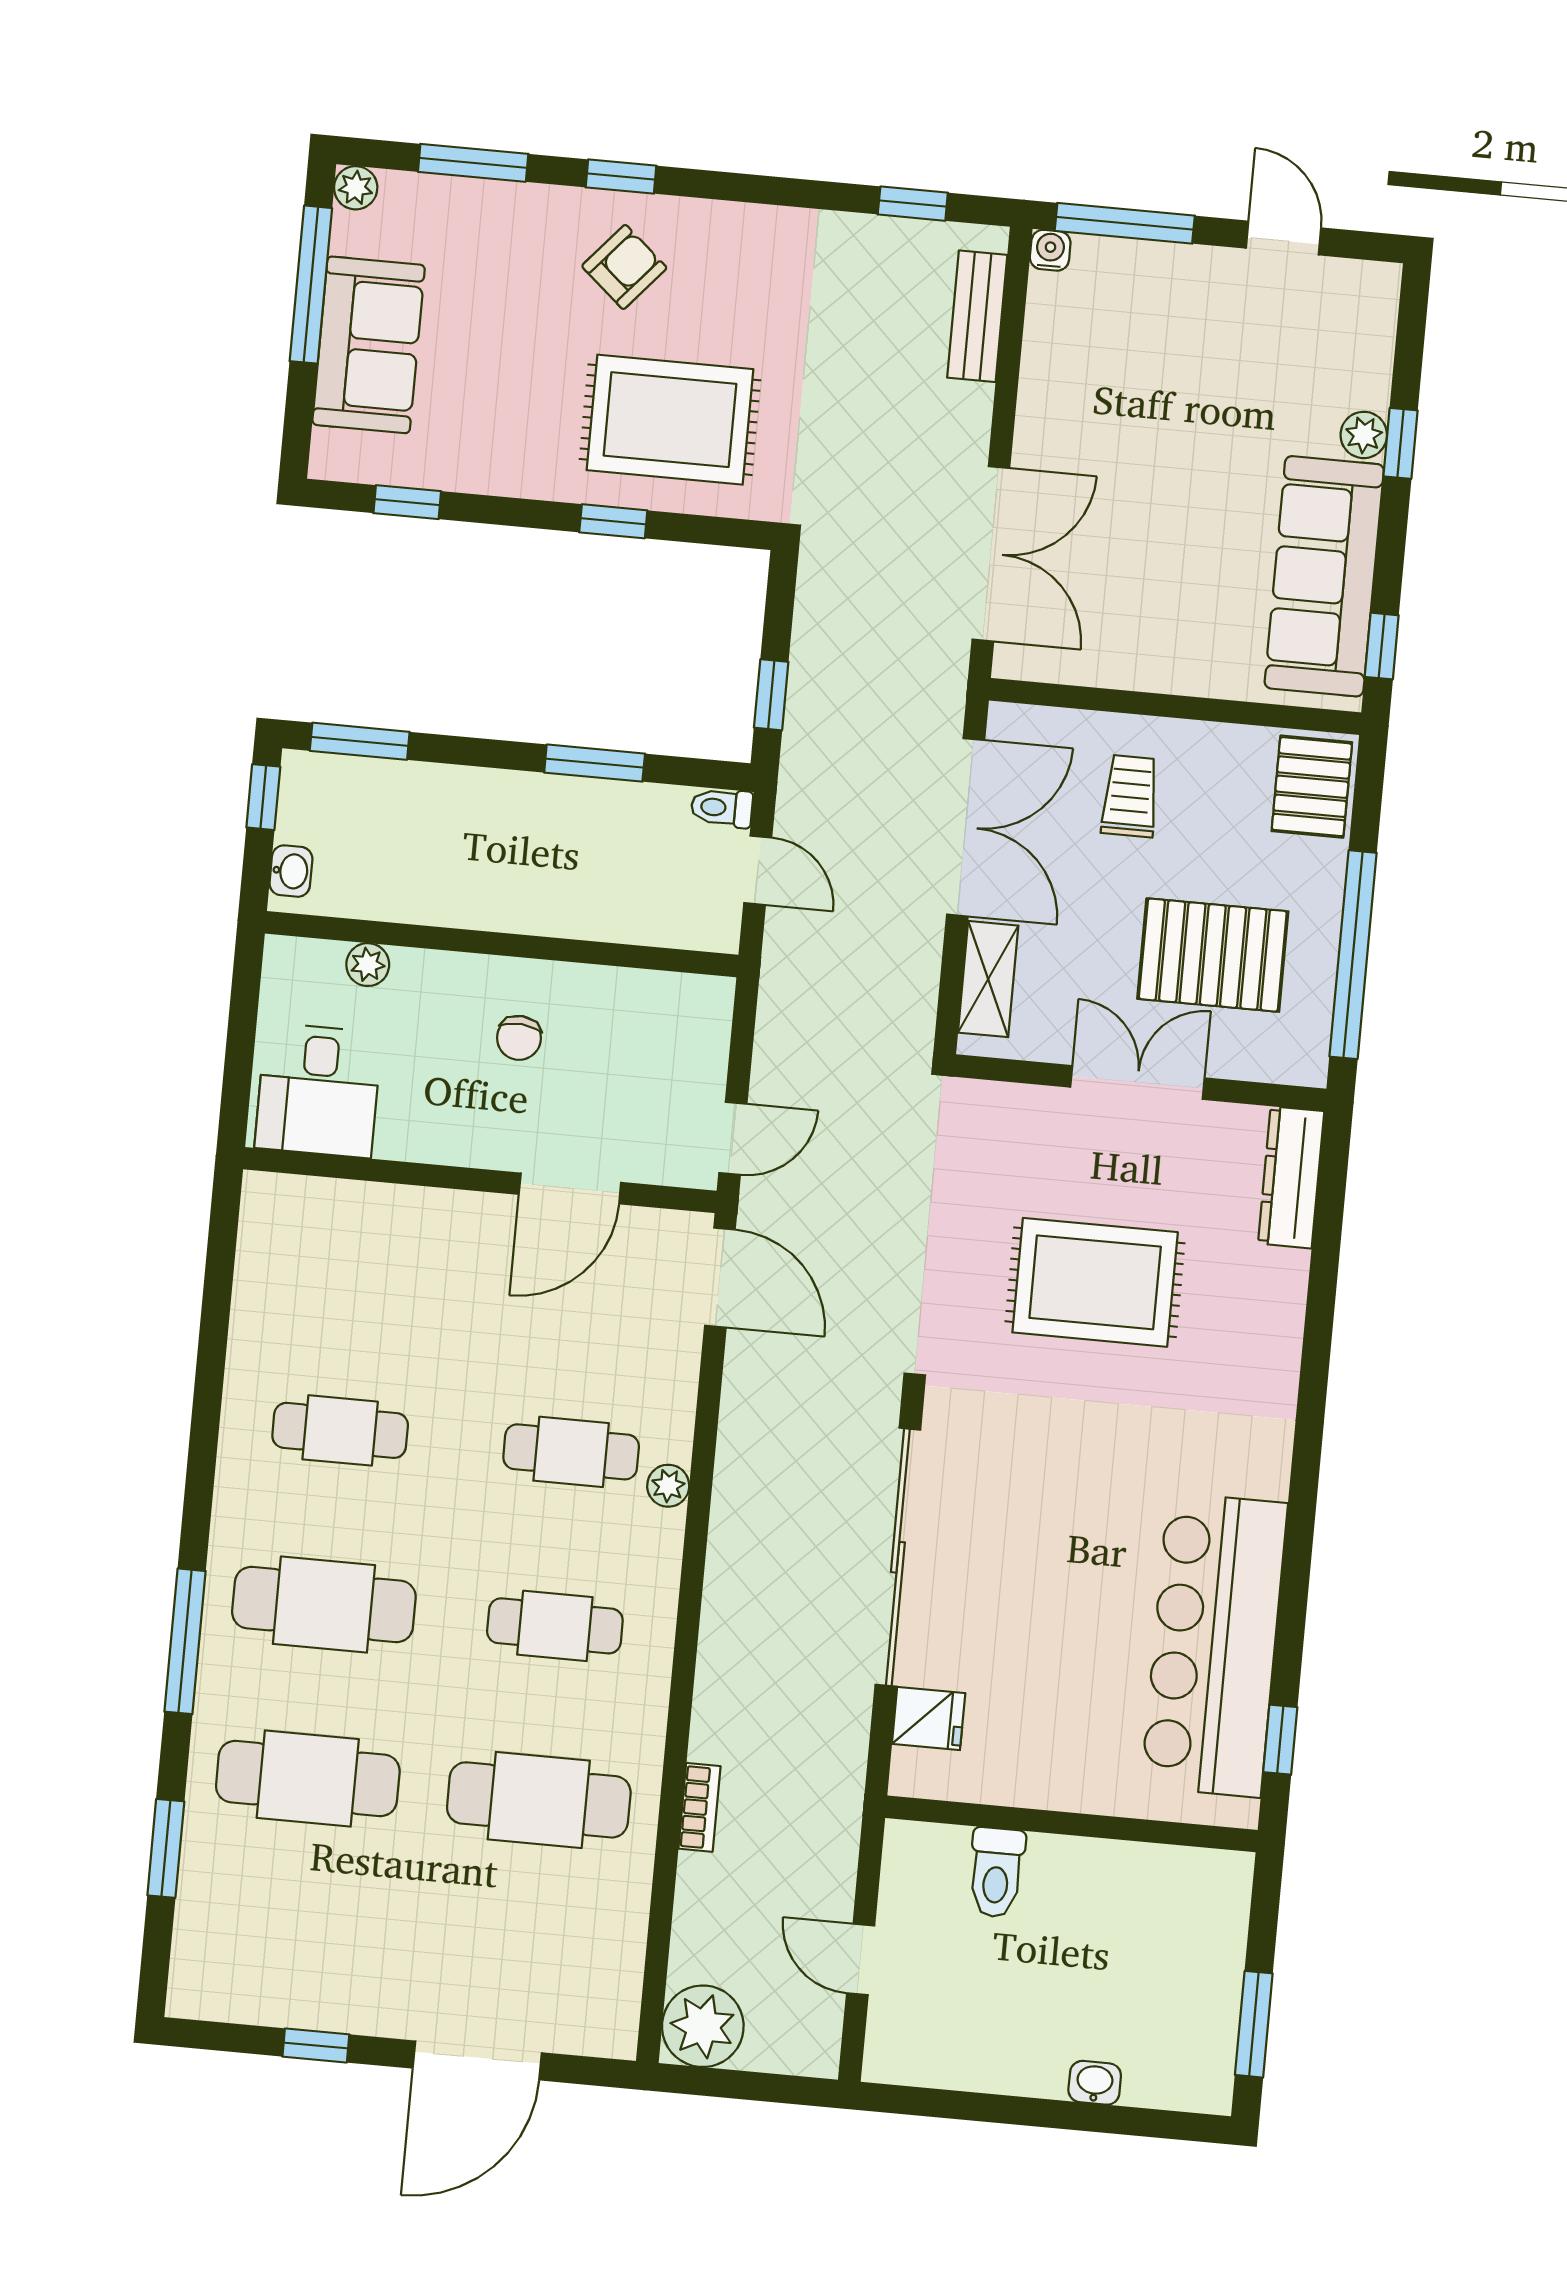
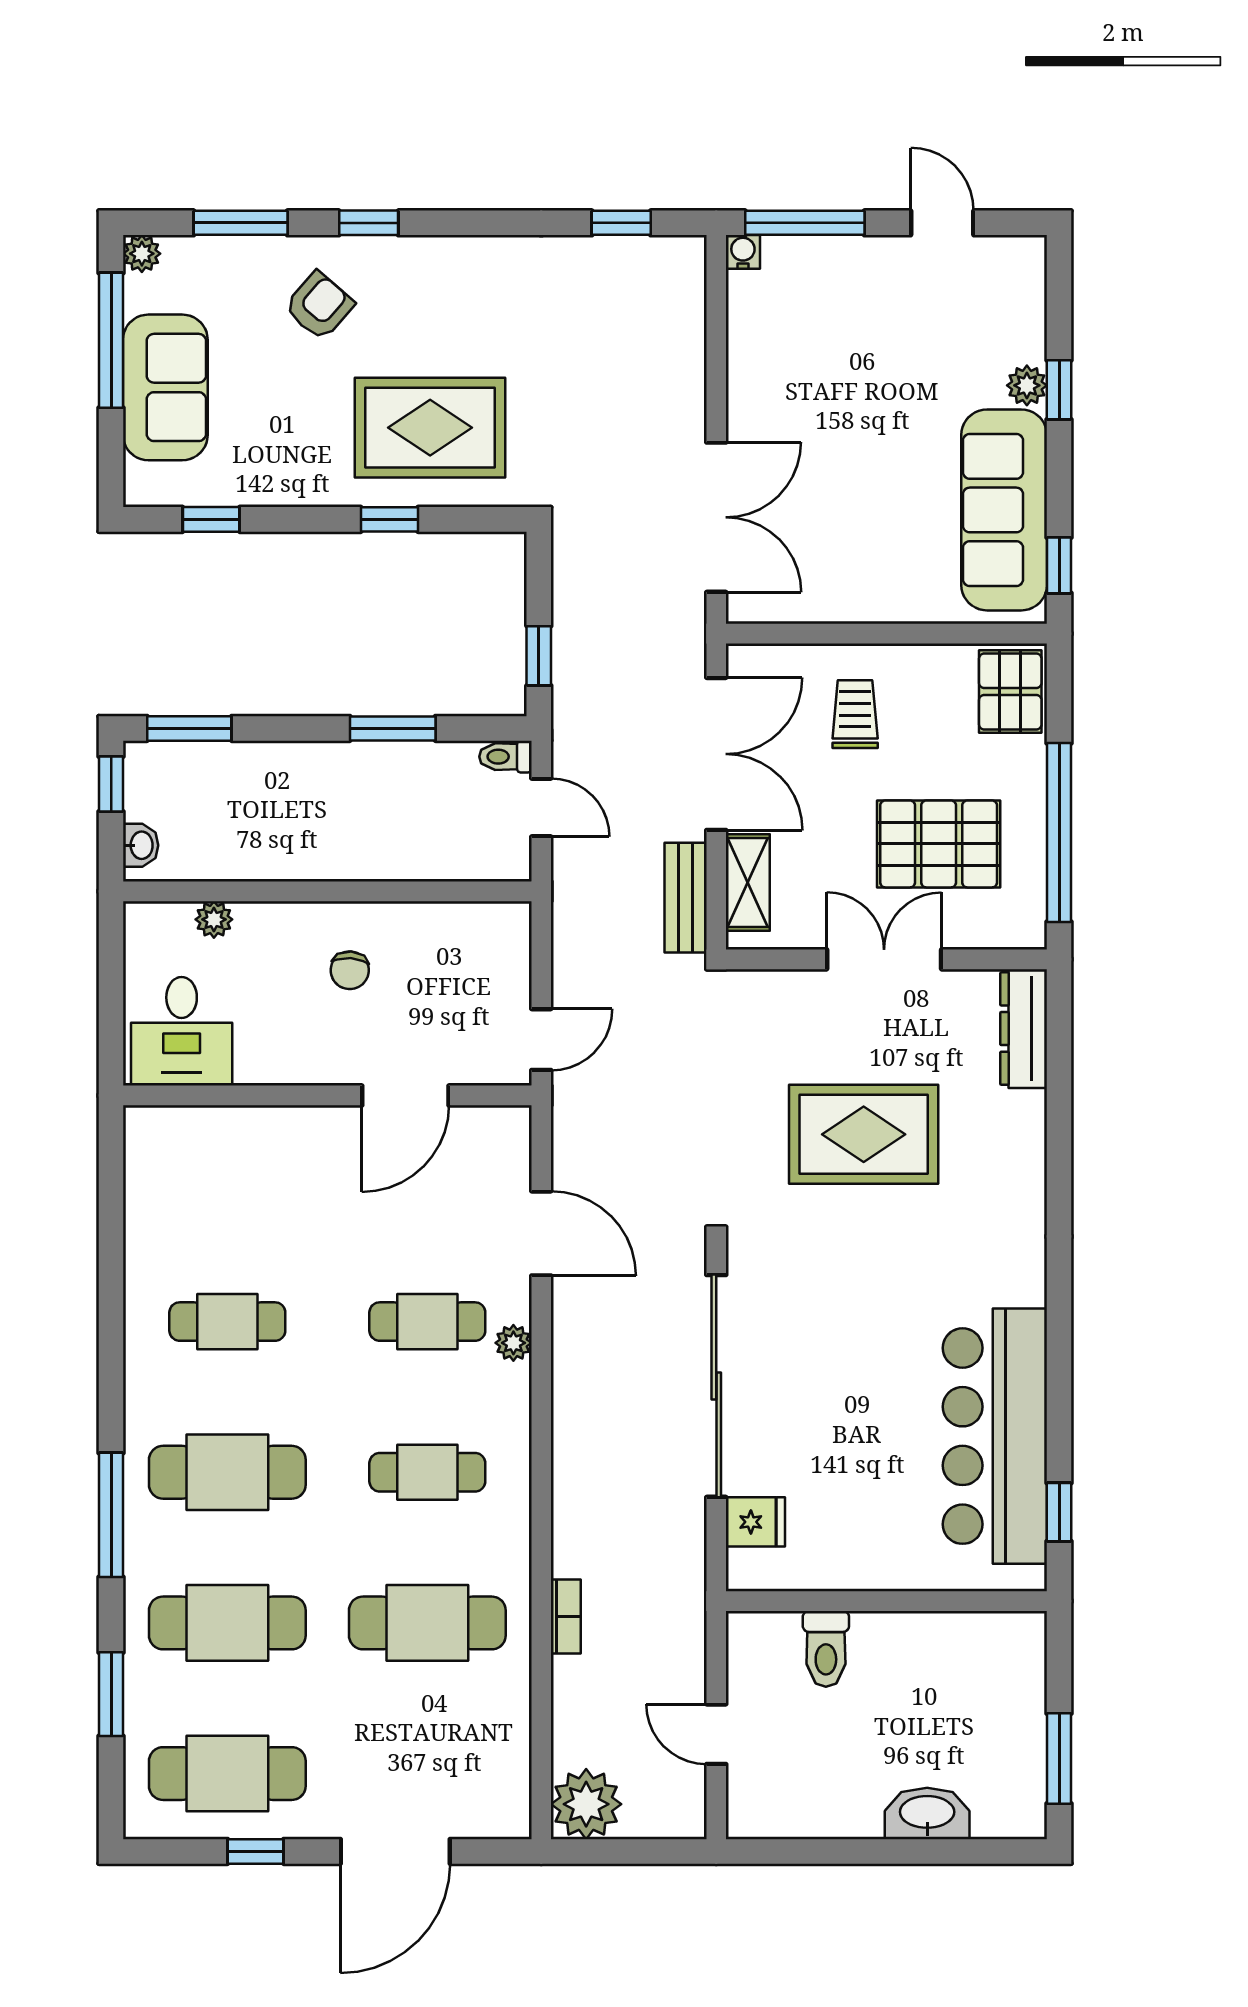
armchair: (624, 267) -> (319, 306), moved
bench: (977, 316) -> (686, 898), moved
door: (720, 1278) -> (541, 1233), moved
cafe table: (292, 1953) -> (227, 1774), added
washbasin: (1095, 2083) -> (927, 1813), width x1.91, depth x1.45

